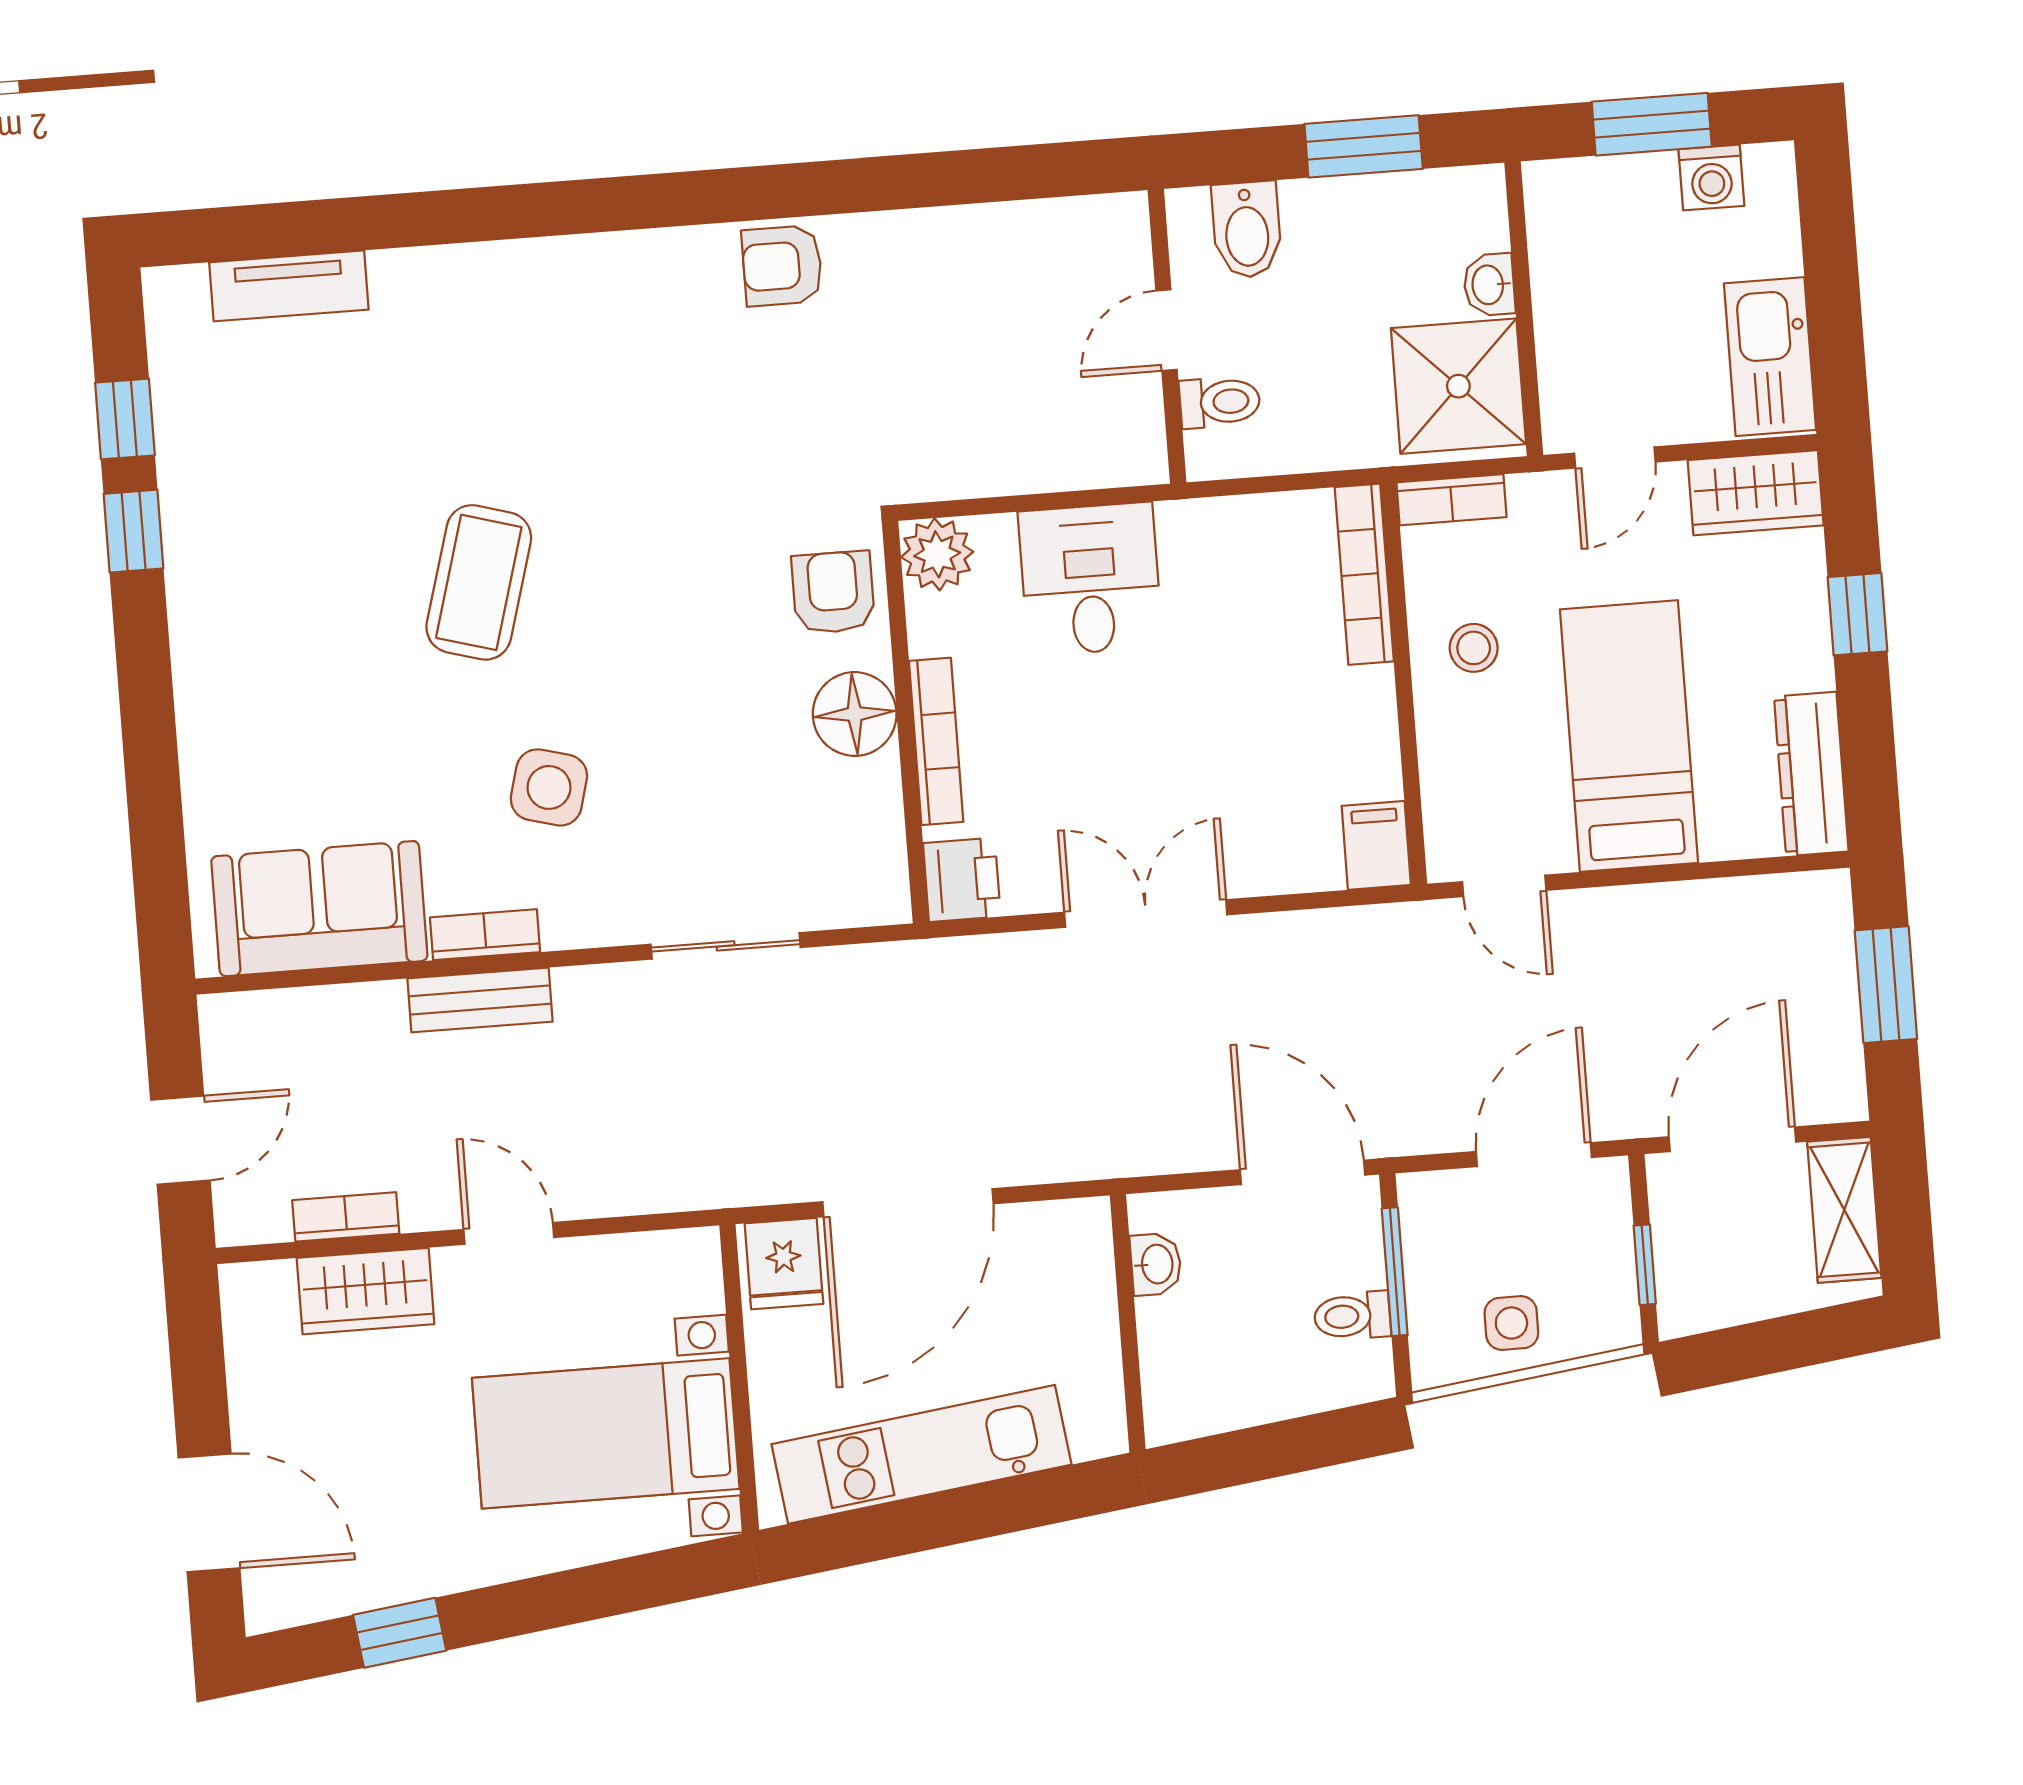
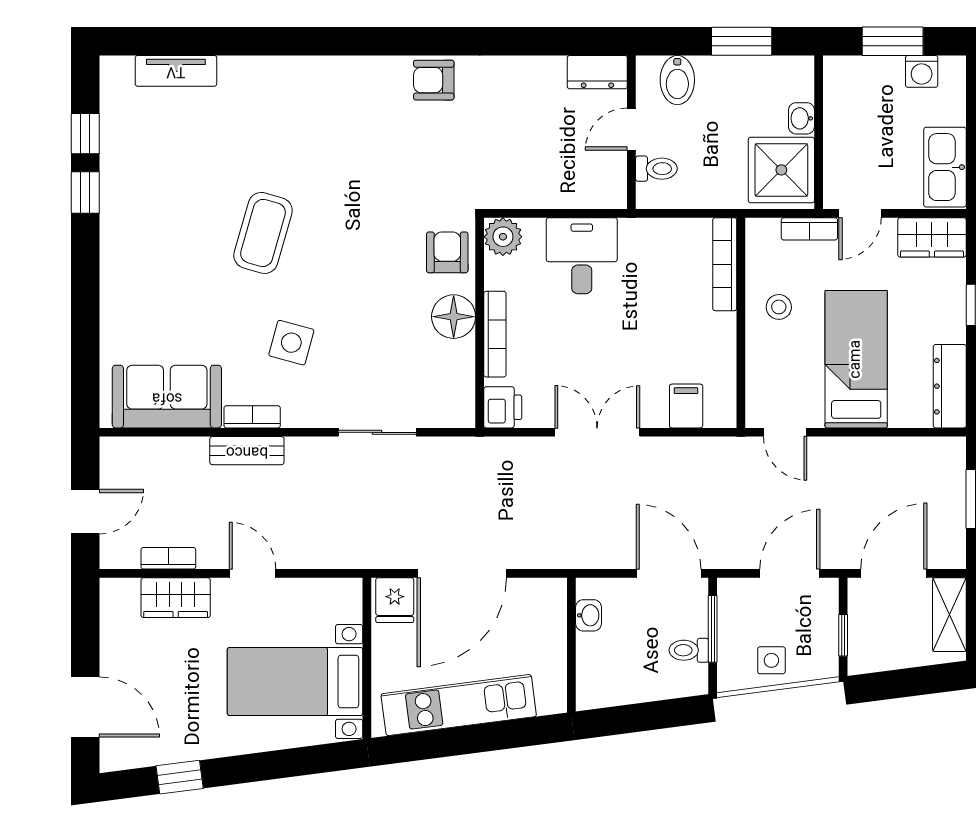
dresser: (1093, 227) -> (597, 72), added
bookcase: (1451, 500) -> (809, 229), moved
filing cabinet: (1376, 845) -> (686, 406), moved

